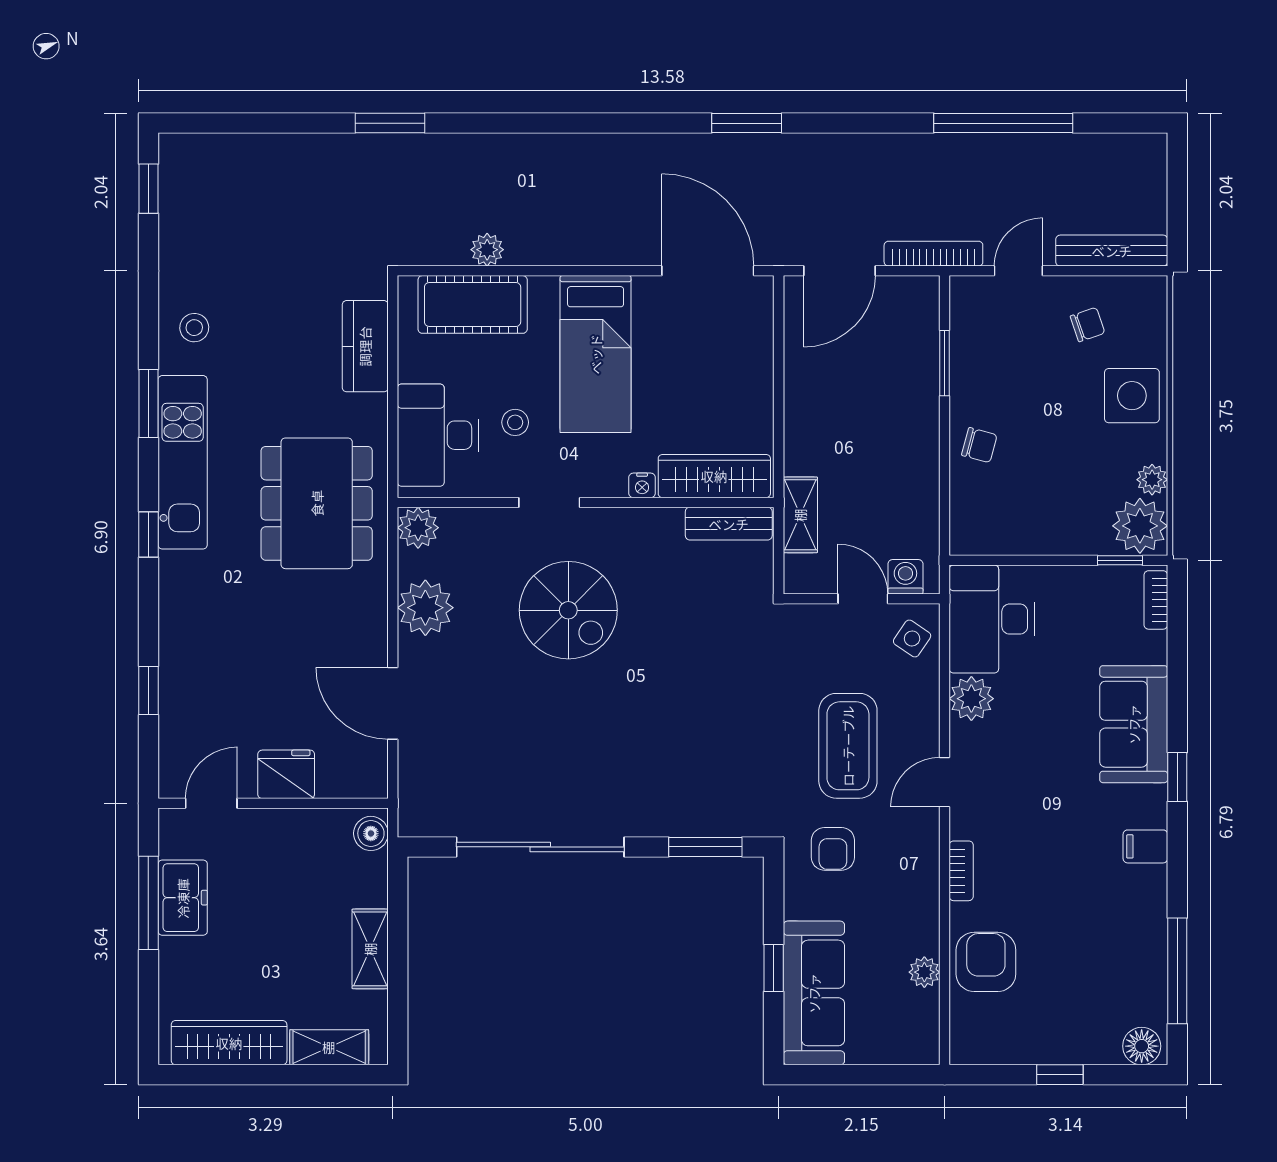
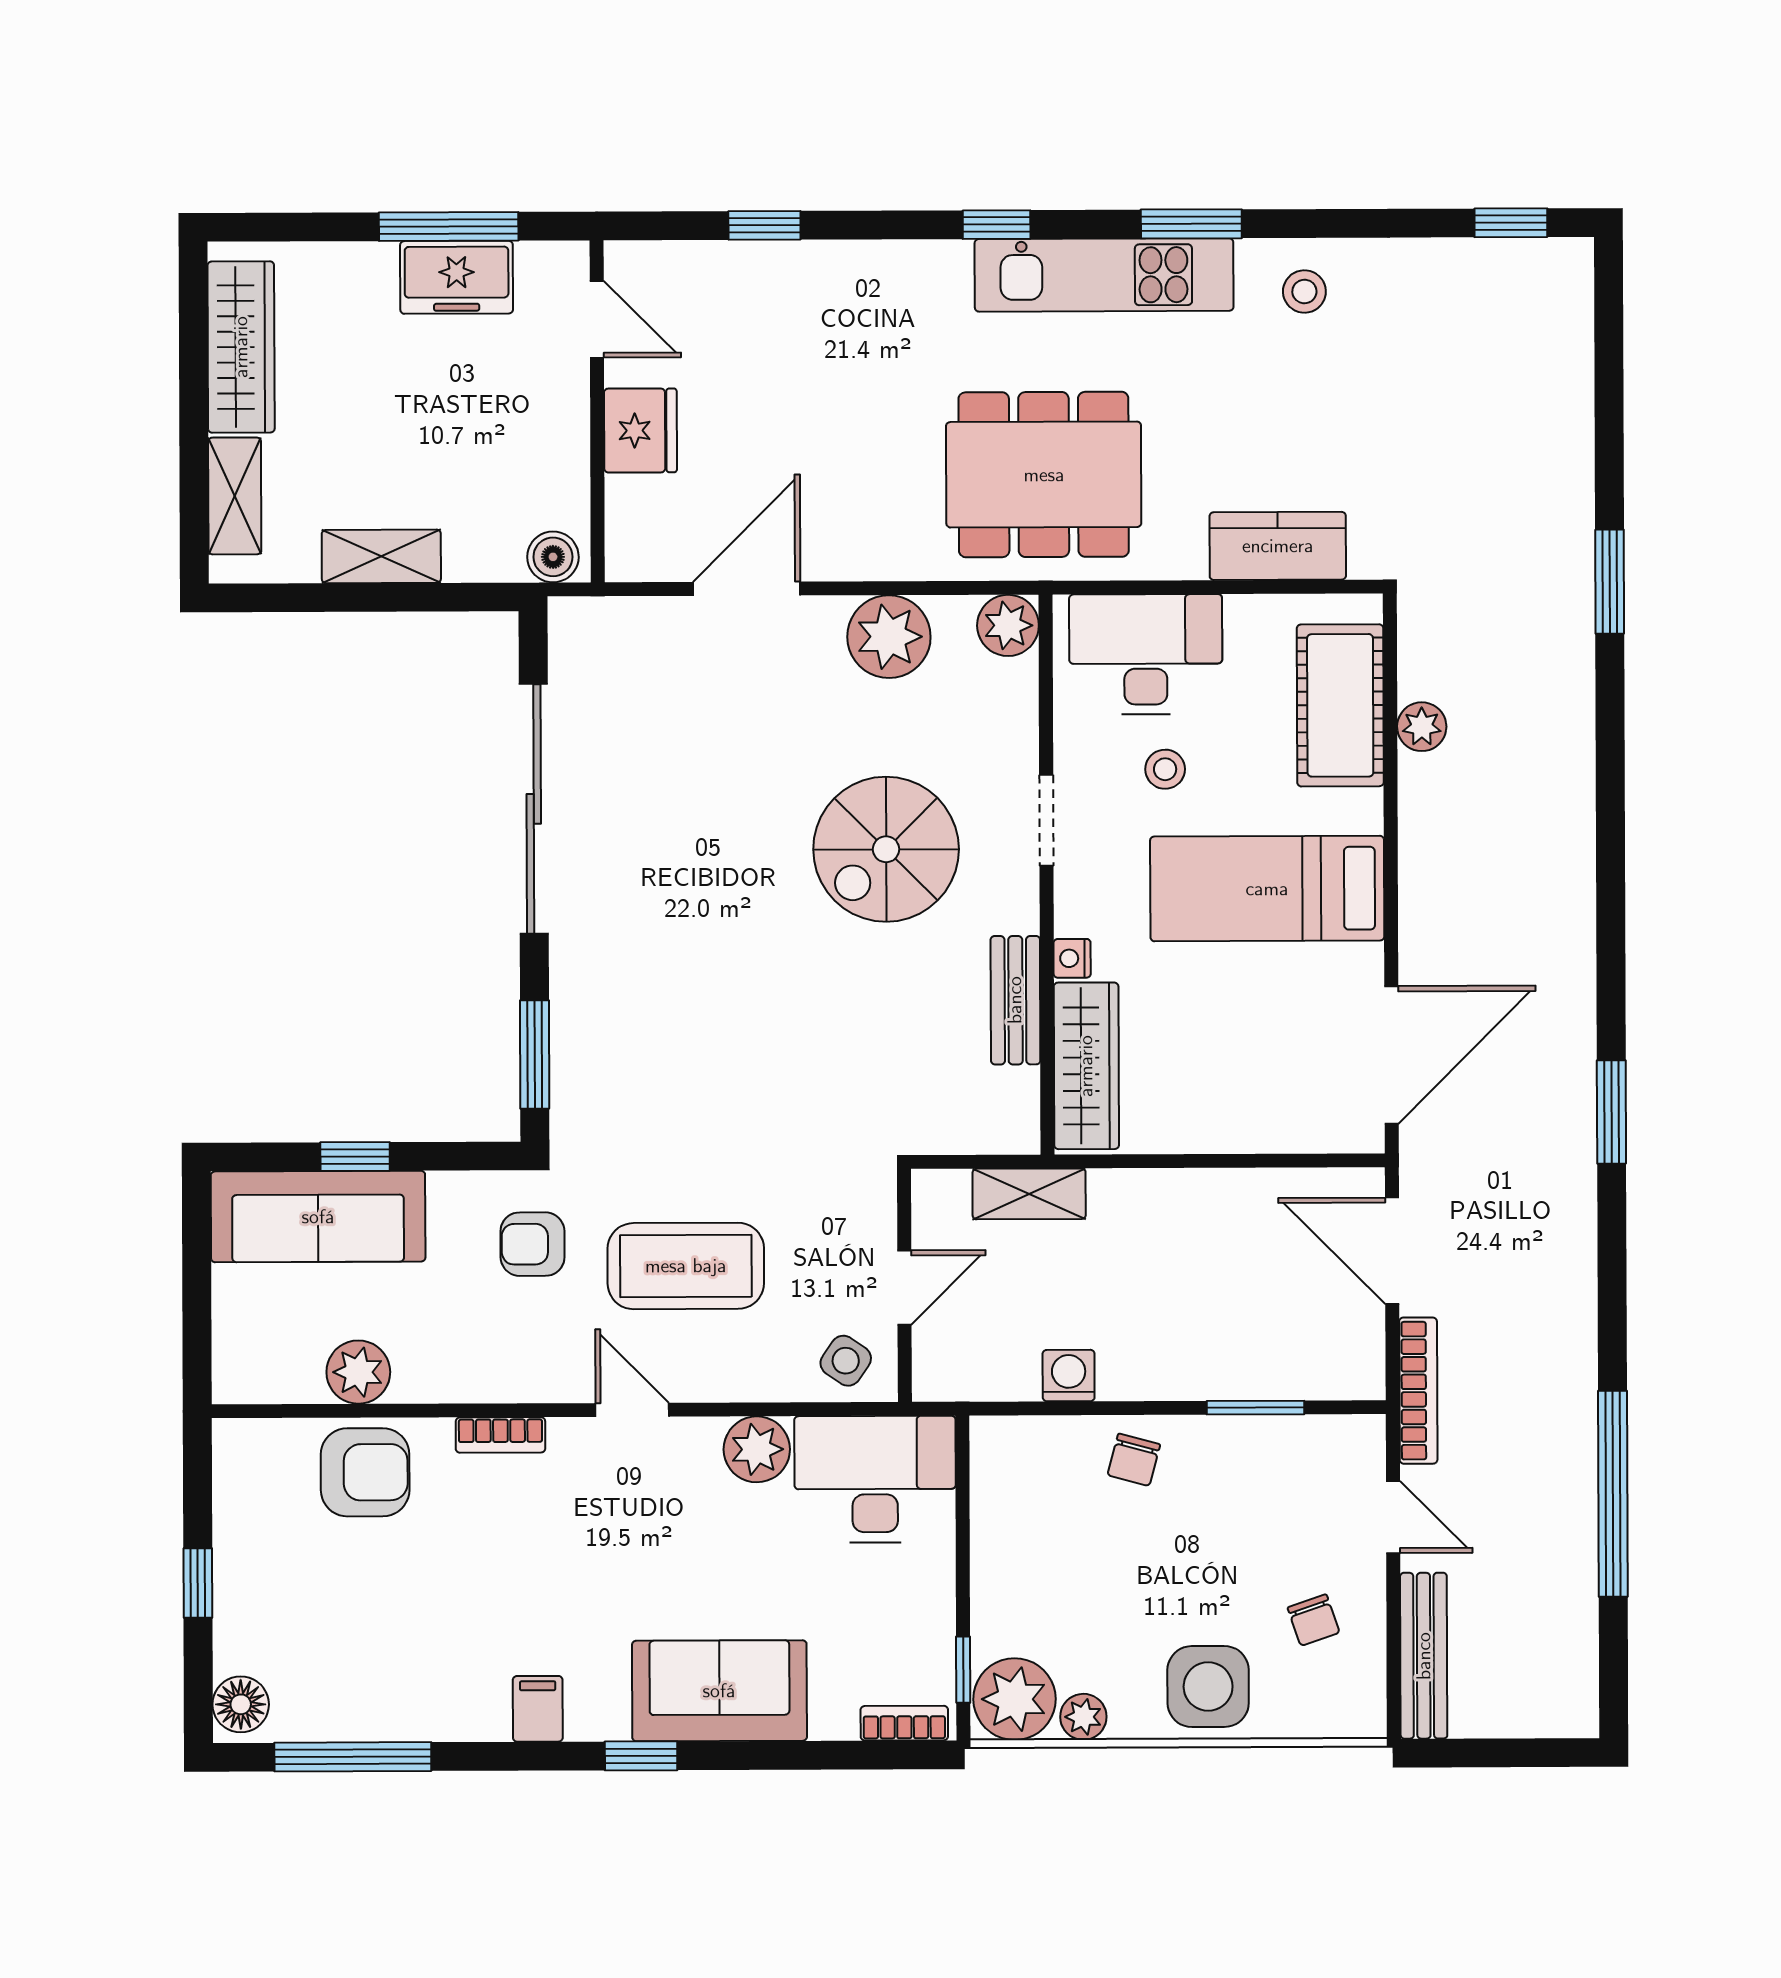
bench: (729, 524) -> (1015, 1000), moved
washing machine: (905, 577) -> (1069, 1376), moved, turned -90
plant: (924, 972) -> (358, 1372), width x1.38, depth x1.38

